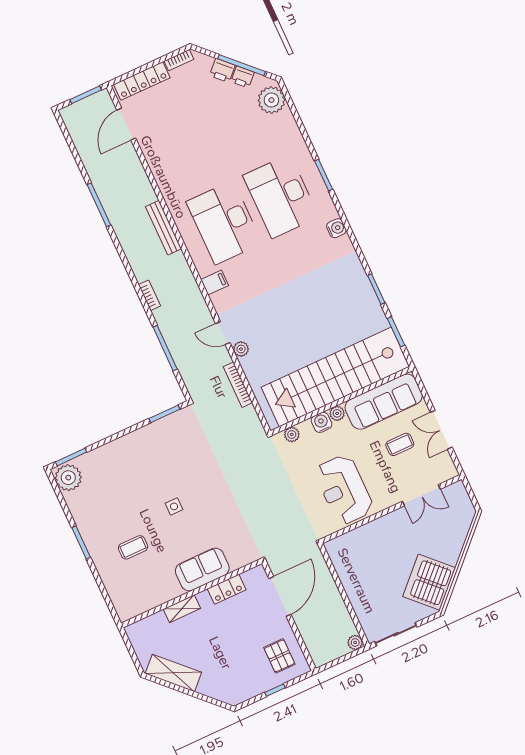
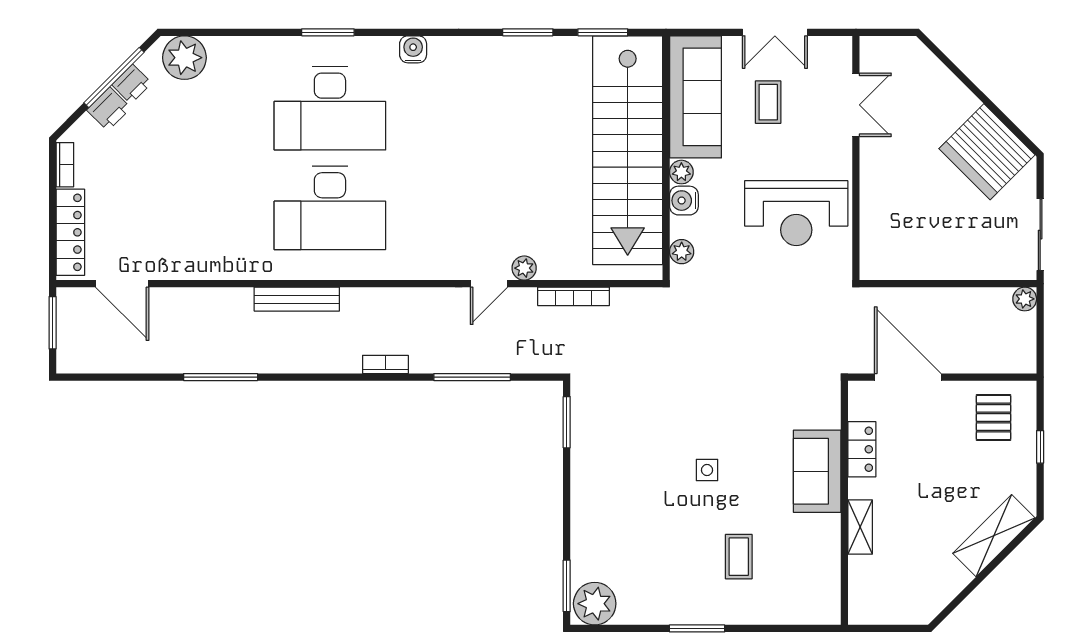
filing cabinet: (215, 283) -> (410, 262), removed
pallet: (279, 656) -> (993, 417), turned 90
shelving: (173, 673) -> (994, 536), moved

